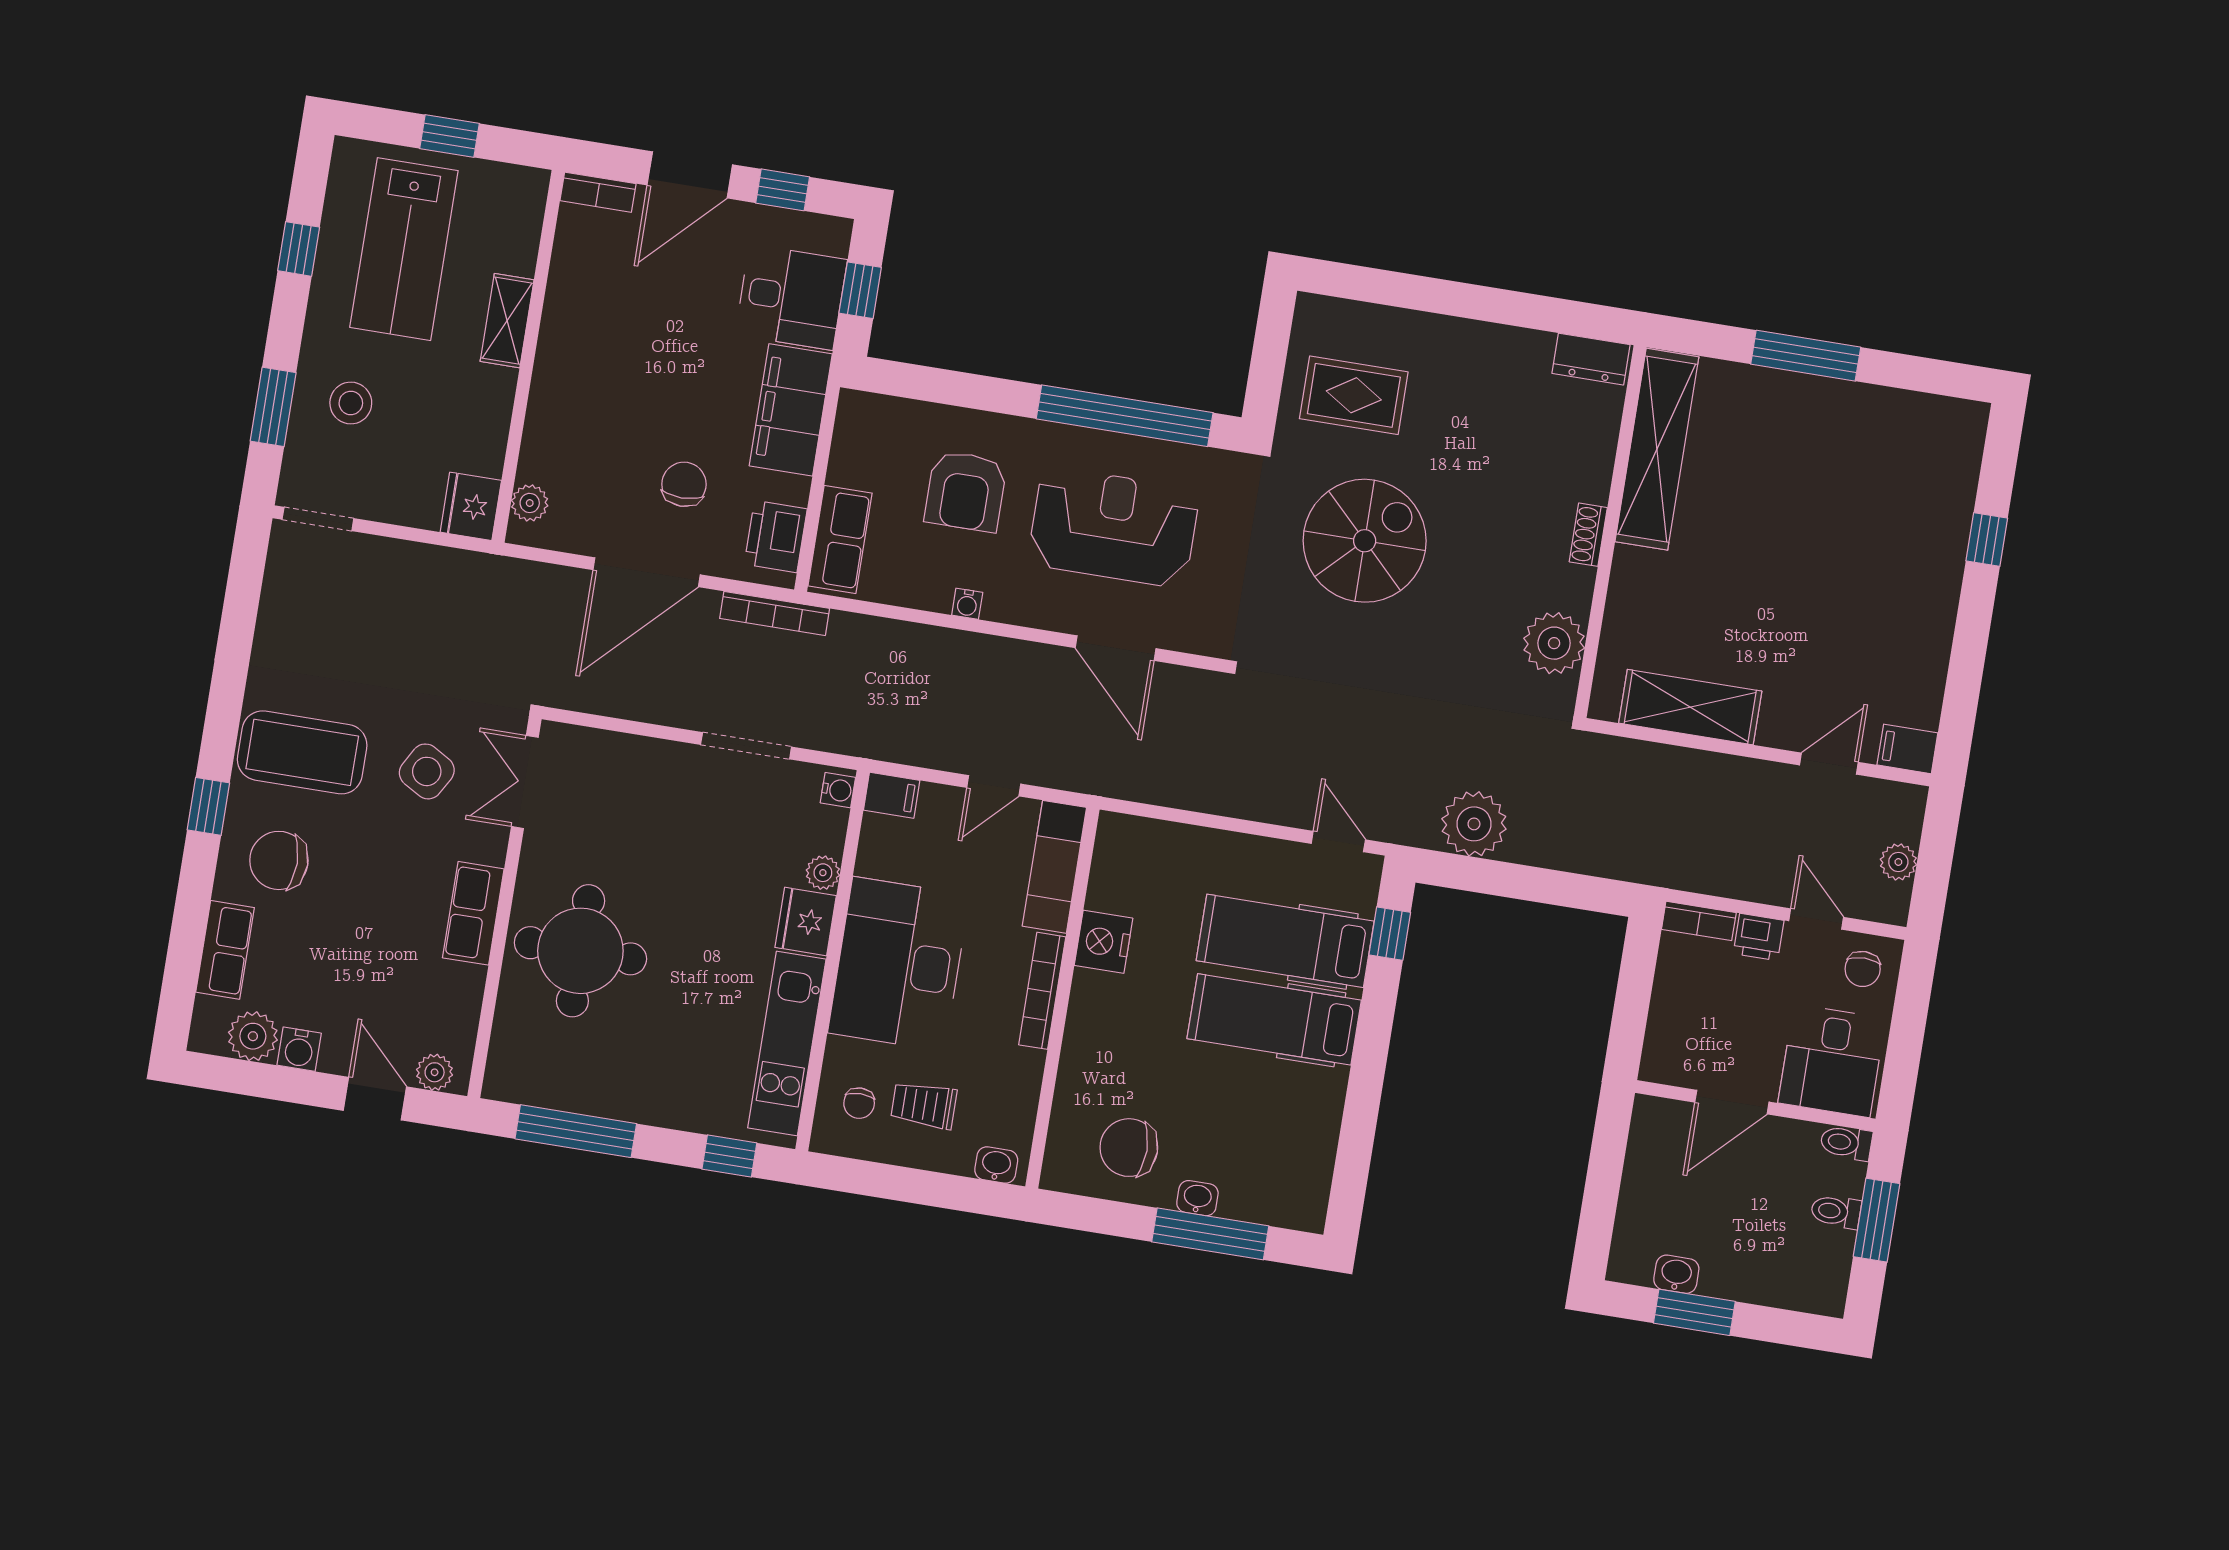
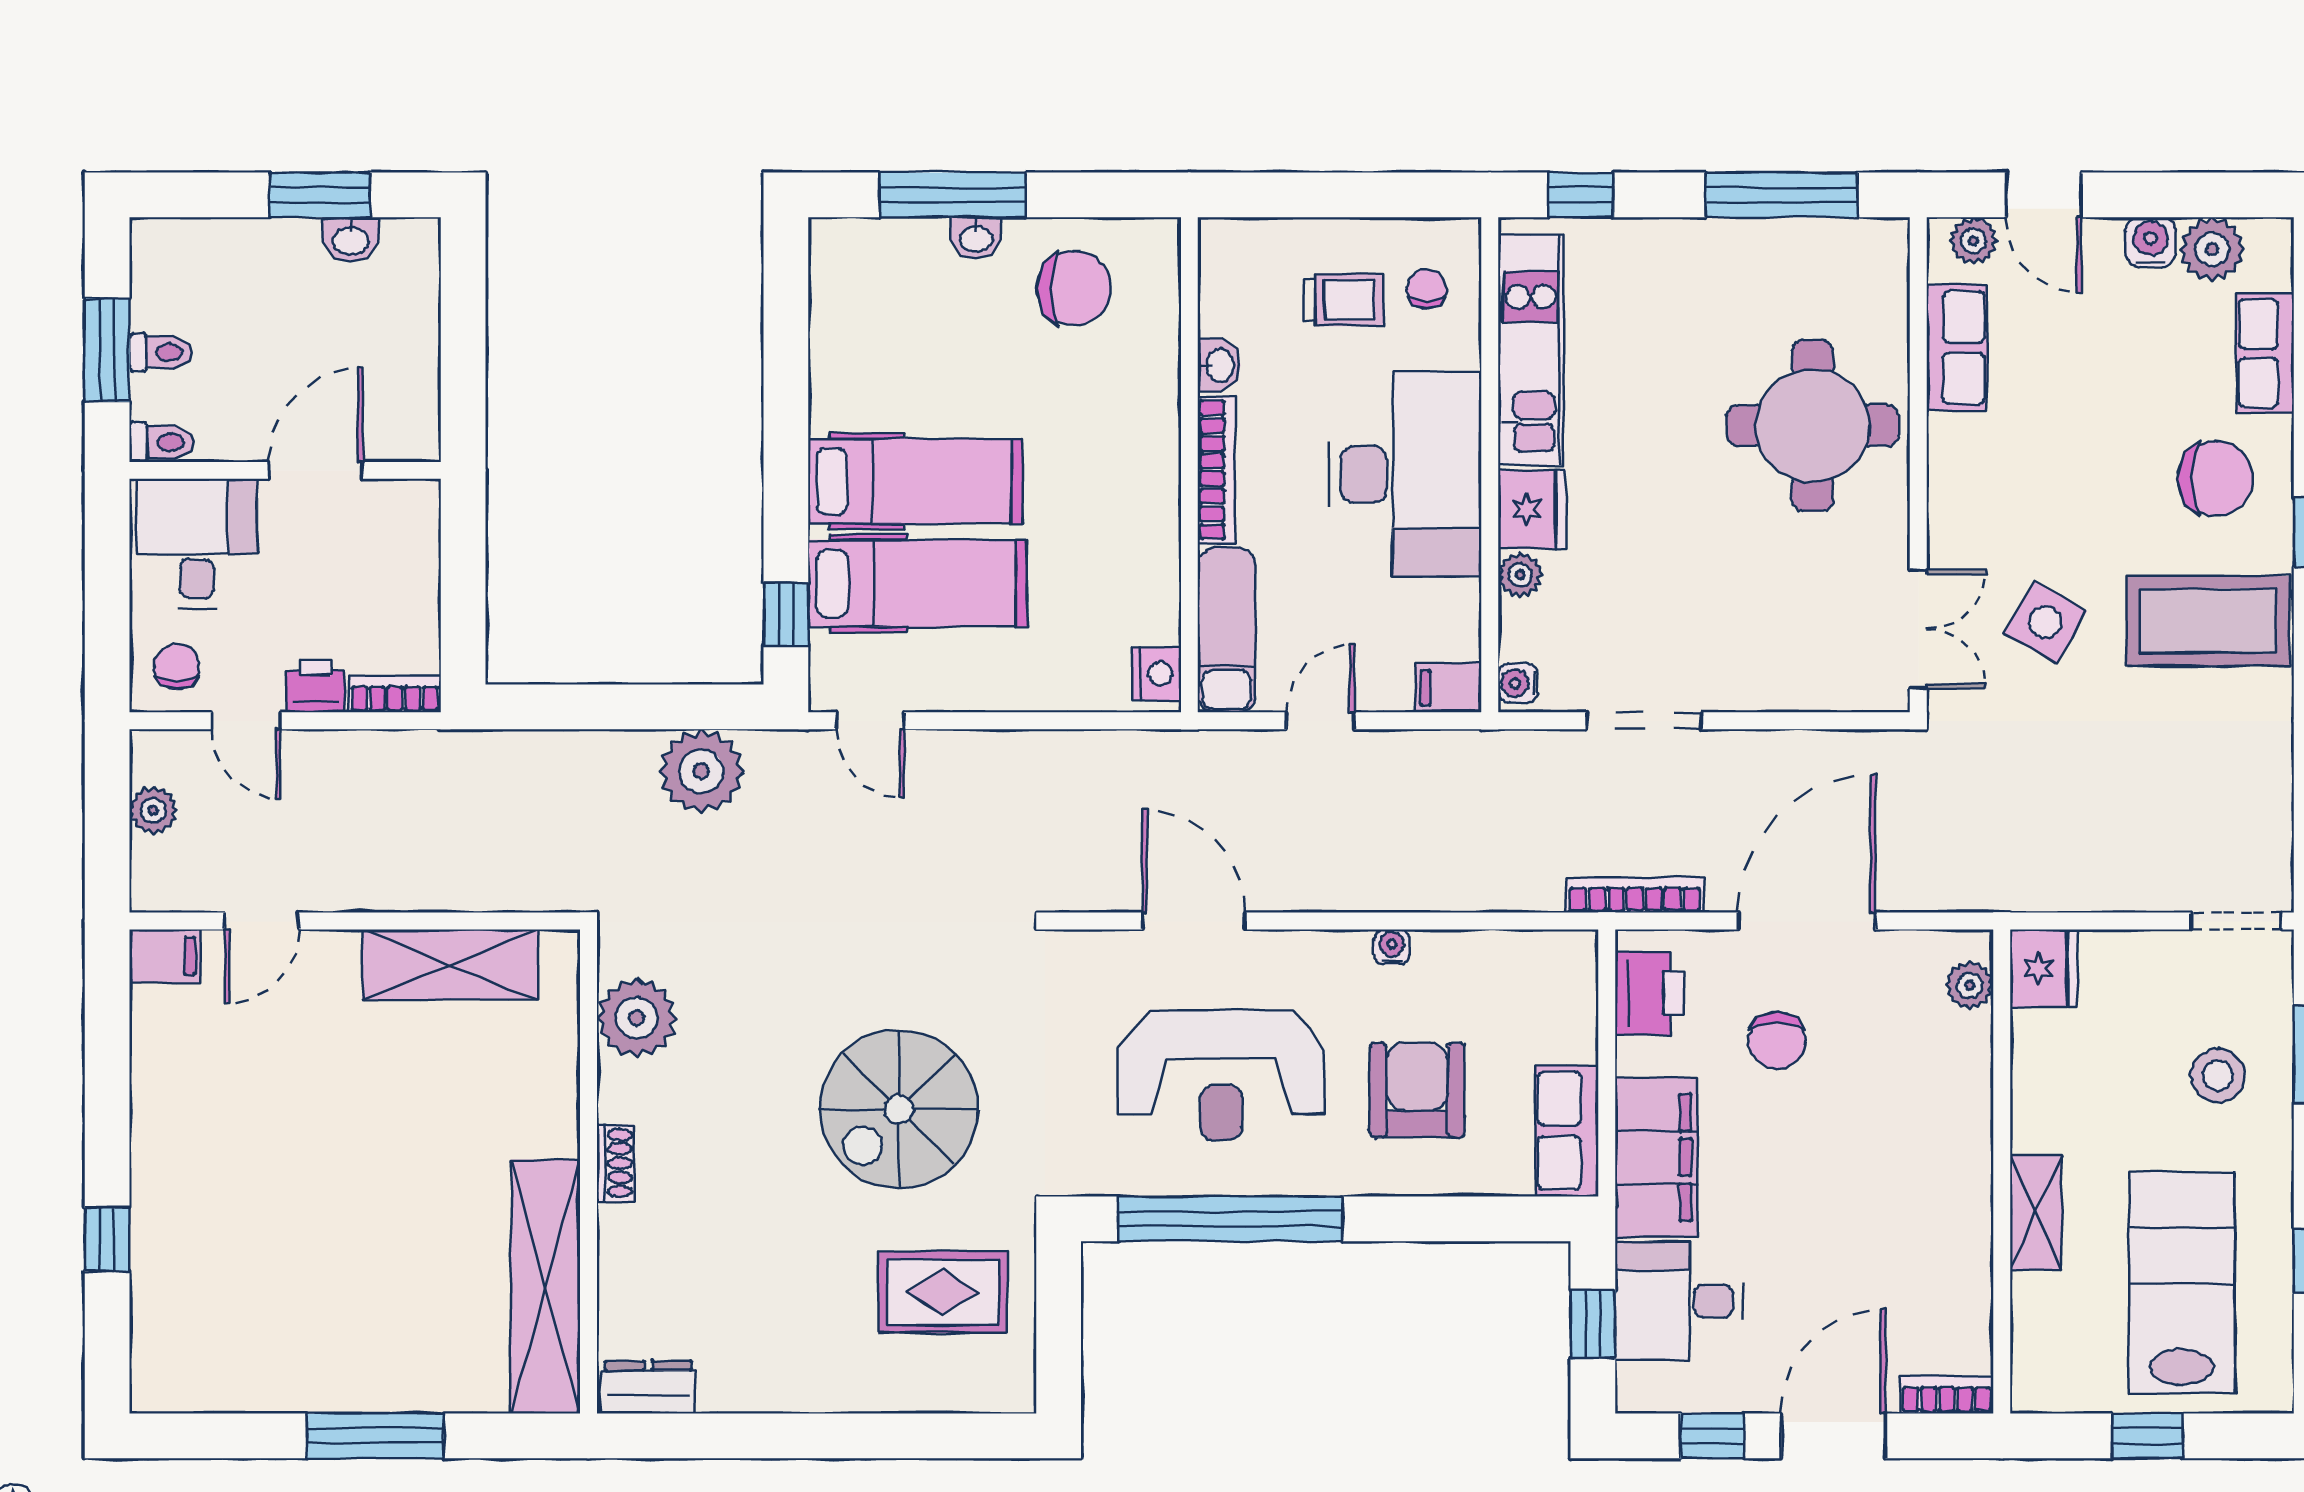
row of seats: (840, 539) -> (1567, 1131), moved
row of seats: (473, 913) -> (1957, 348), moved
nightstand: (1104, 942) -> (1157, 674), moved, width x0.74, depth x0.75
washbasin: (996, 1165) -> (1219, 365), moved, turned -90

